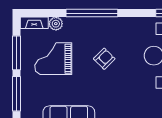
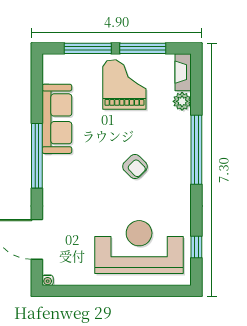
grand piano: (53, 59) -> (124, 85), moved

